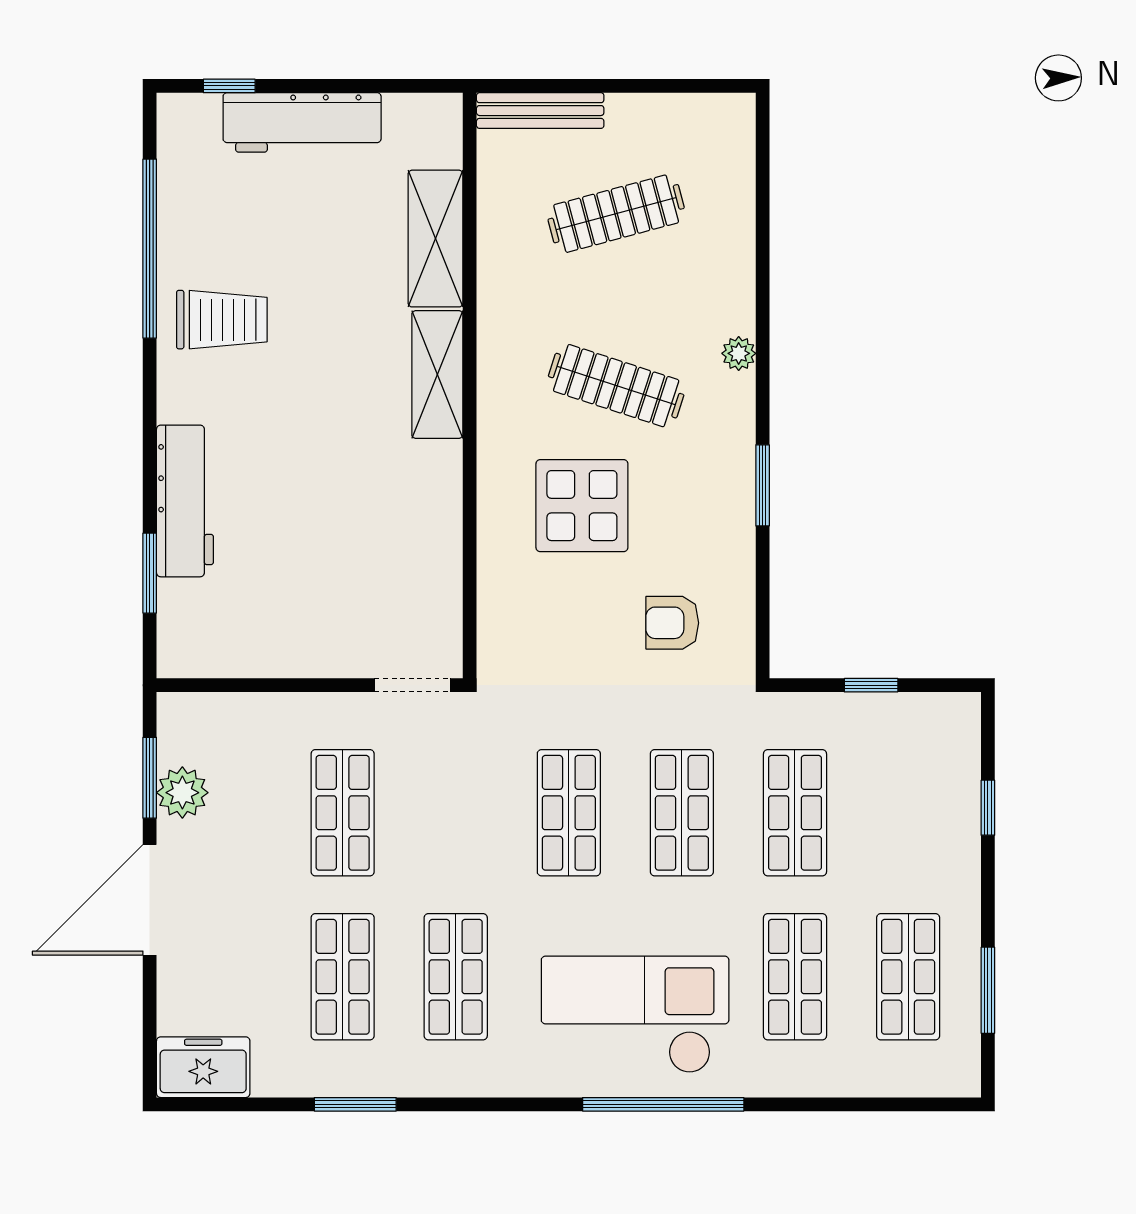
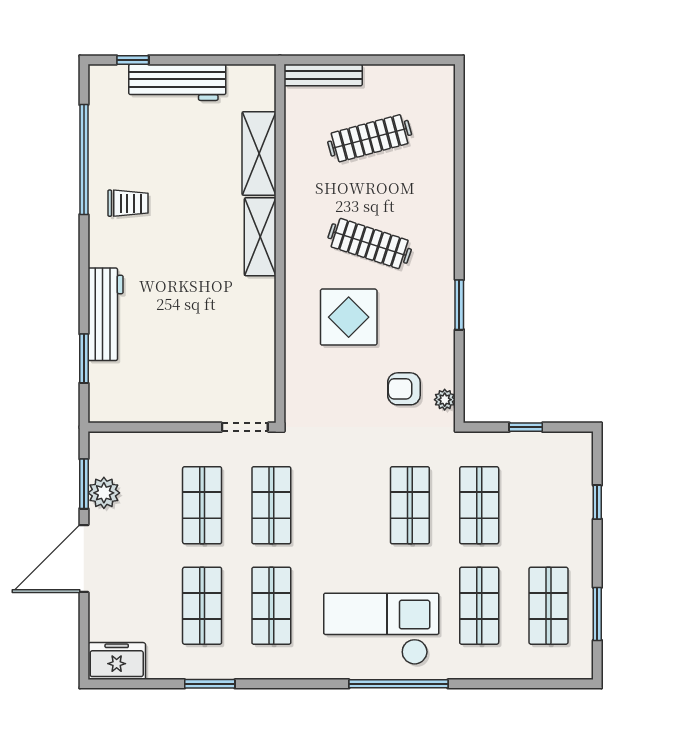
trolley: (222, 320) -> (128, 203), width x0.73, depth x0.72
plant: (739, 353) -> (445, 400), moved
shop shelf: (569, 813) -> (271, 505), moved

